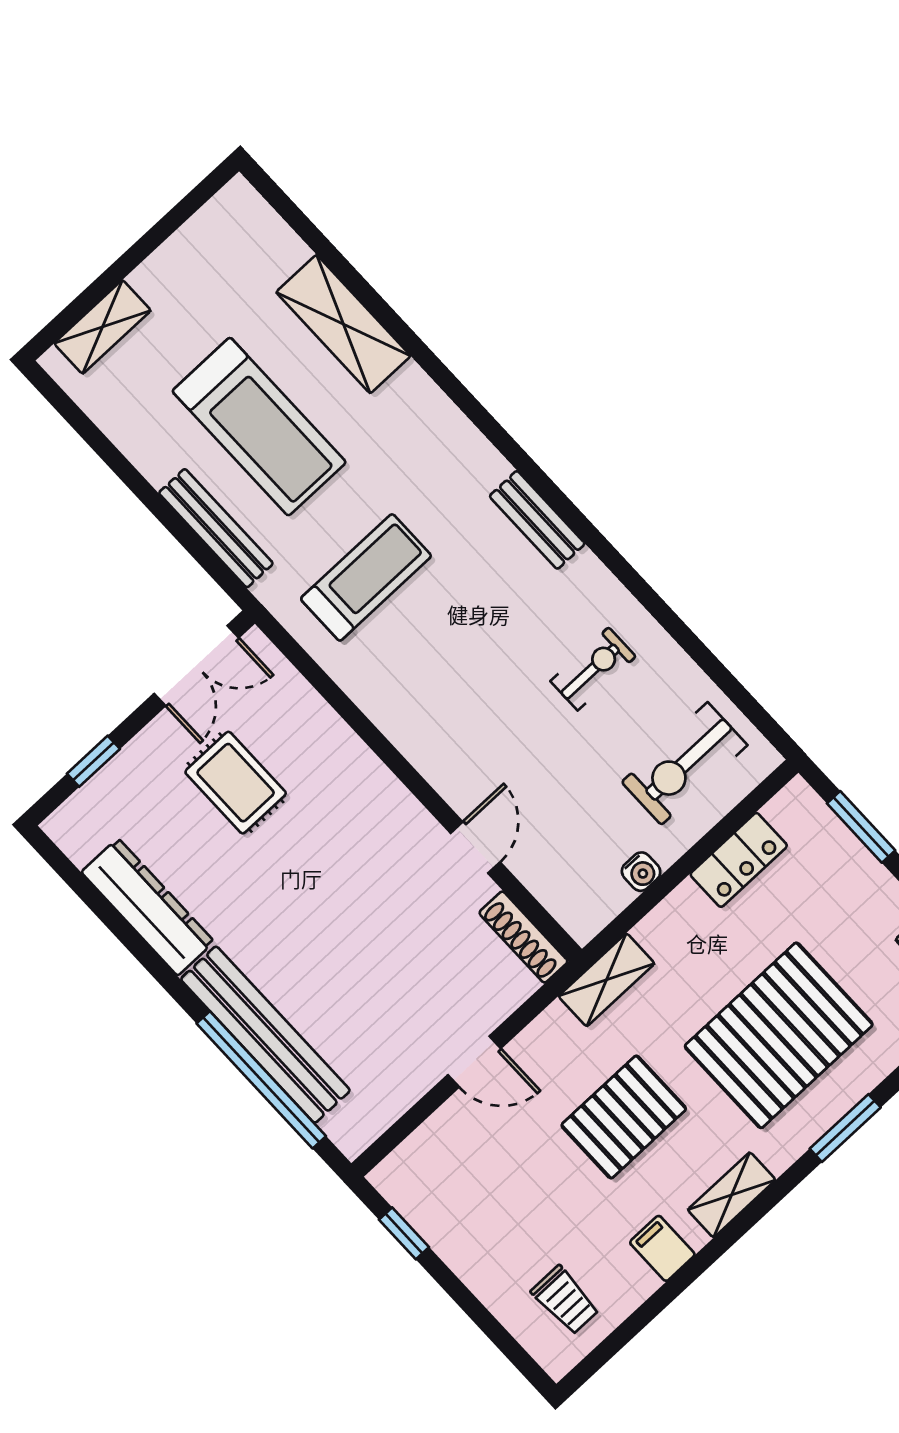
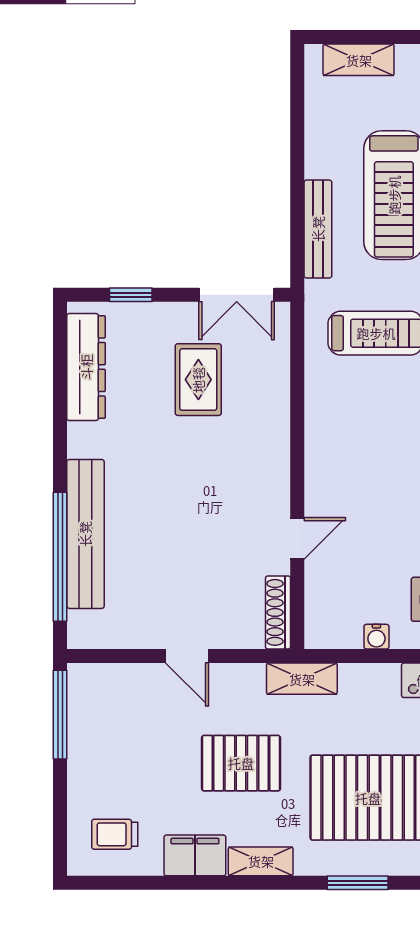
dresser: (148, 907) -> (86, 367), moved
window: (404, 1233) -> (60, 715), width x2.17
filing cabinet: (662, 1248) -> (195, 855), width x2.00
trolley: (565, 1300) -> (115, 834), turned 90

